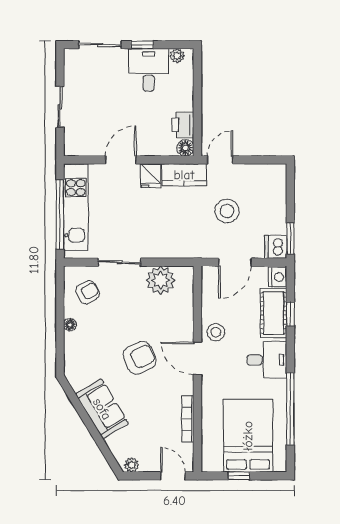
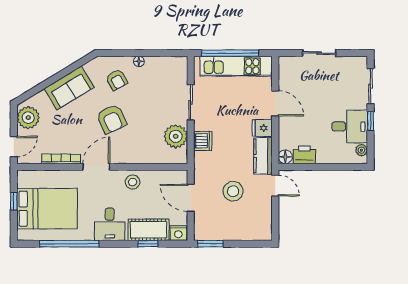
dishwasher: (276, 247) -> (203, 141), moved, turned 90
armchair: (88, 292) -> (117, 80), moved
door: (197, 358) -> (96, 167), moved
plant: (132, 465) -> (28, 118), width x1.87, depth x1.87

